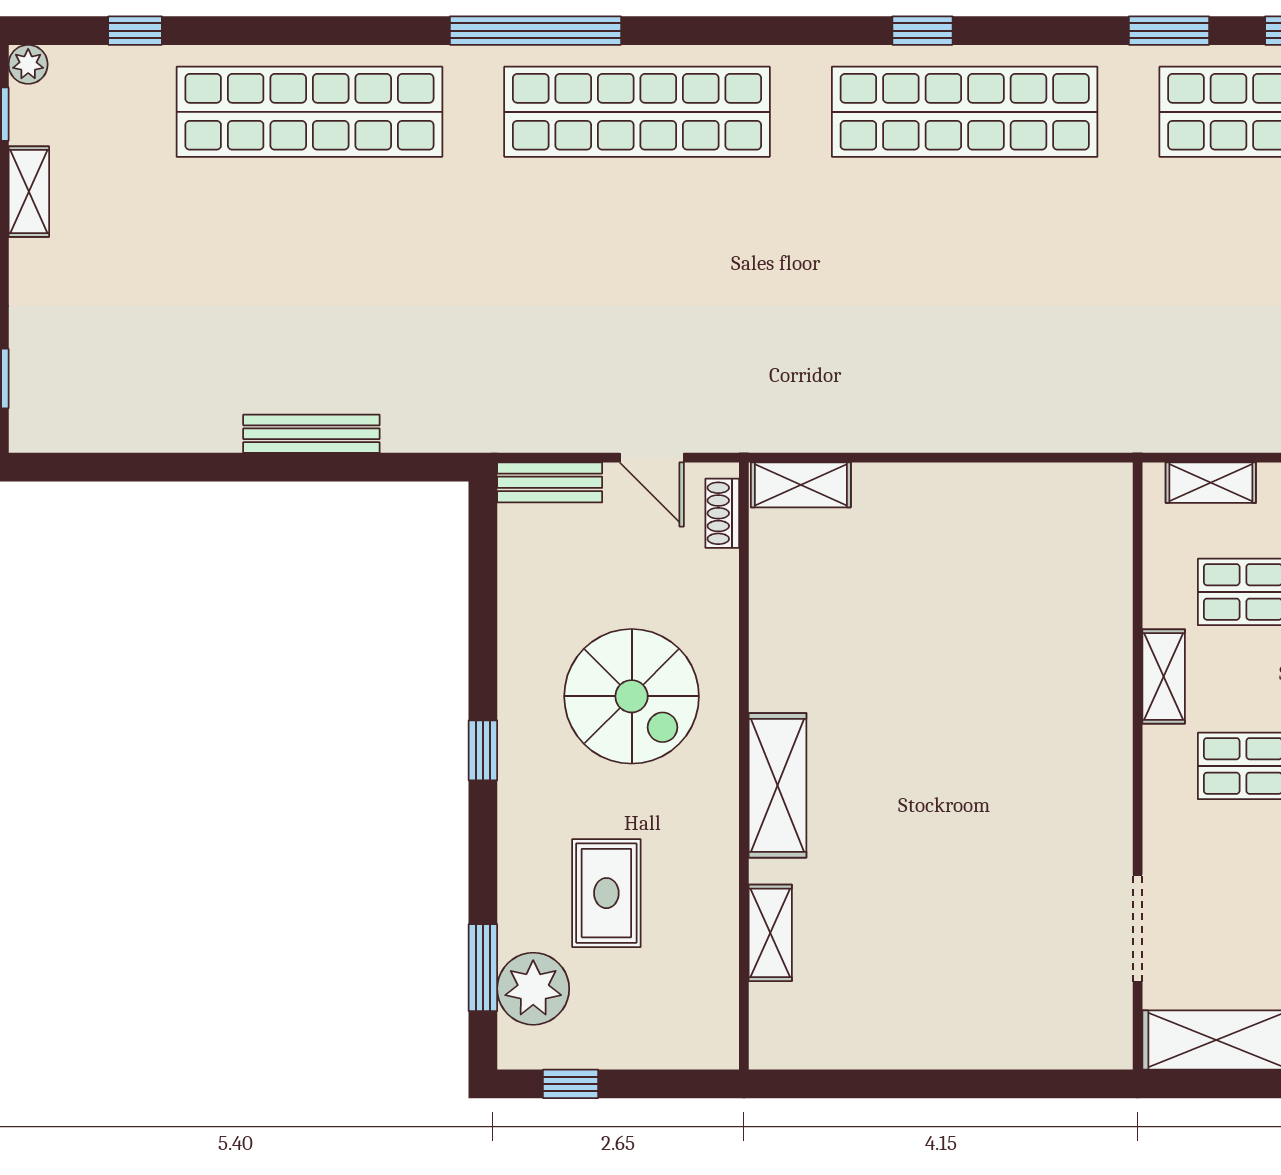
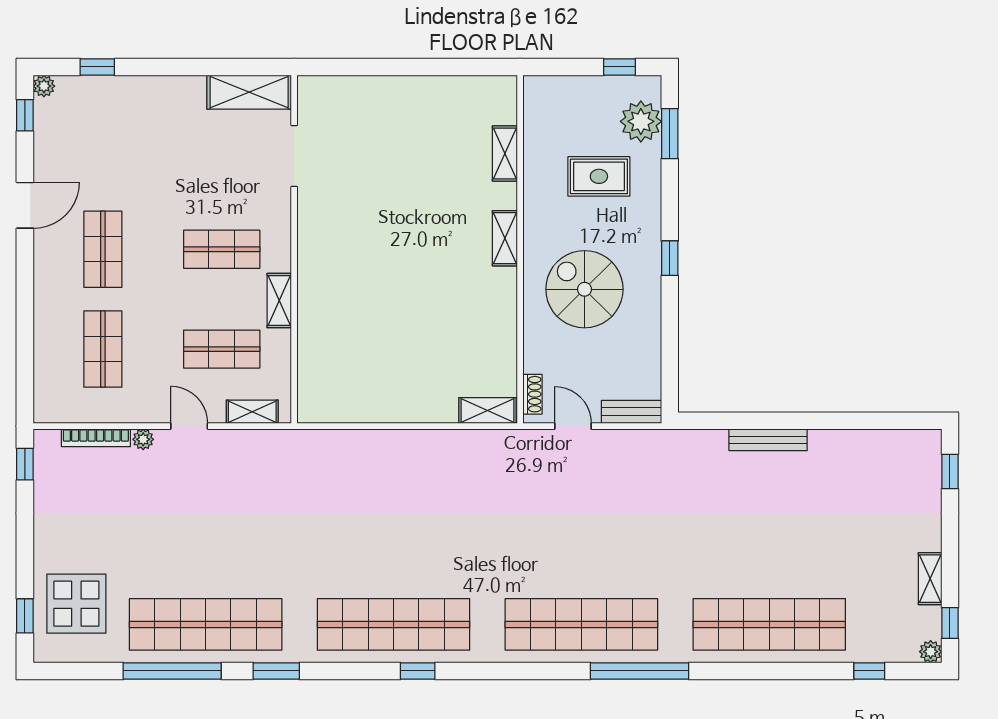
shelving: (778, 785) -> (505, 238), width x0.67, depth x0.75
rug: (606, 893) -> (599, 176), turned 90

